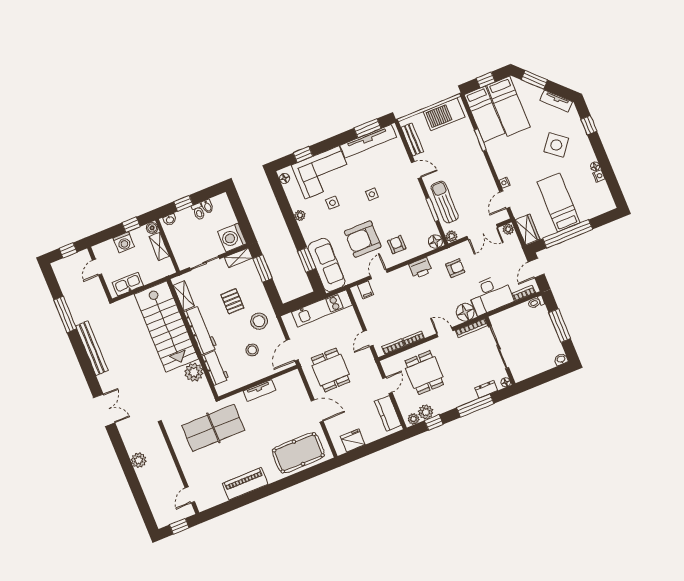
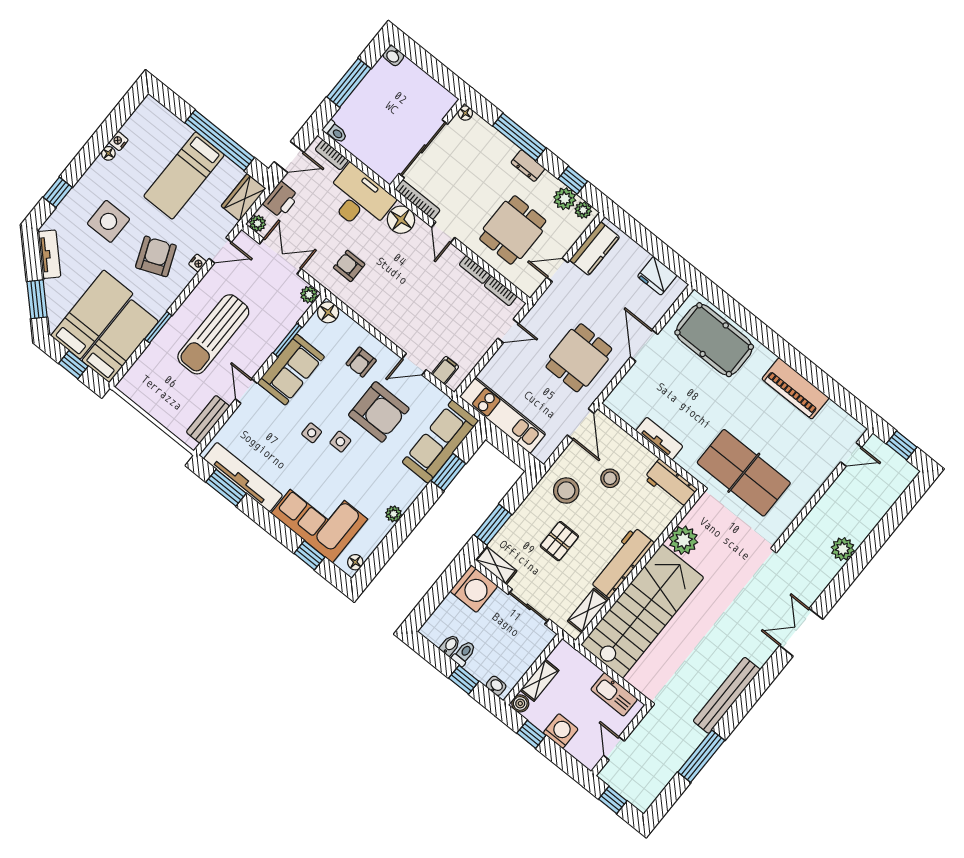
barbecue: (444, 114) -> (150, 395), removed
side table: (556, 145) -> (108, 221), turned -38
armchair: (521, 161) -> (156, 256), added
sofa: (414, 202) -> (291, 370), added
sun lounger: (445, 202) -> (213, 334), moved, width x1.36, depth x1.34
side table: (332, 203) -> (340, 442), moved
door: (97, 267) -> (614, 748), swing flipped
printer: (421, 268) -> (281, 200), moved, turned 90
door: (292, 350) -> (581, 424), hinge flipped
workbench: (216, 368) -> (671, 484), moved, turned -90
dresser: (486, 389) -> (528, 166), moved

